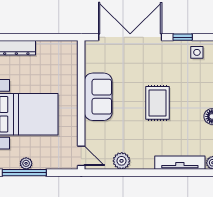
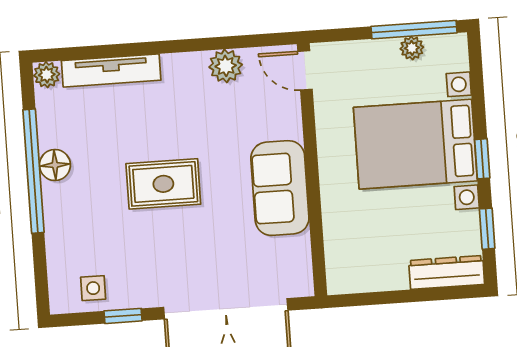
rug: (157, 103) -> (163, 184), turned 90

